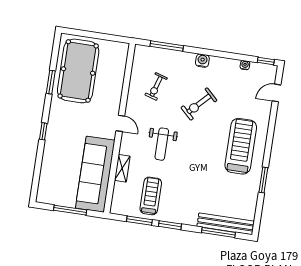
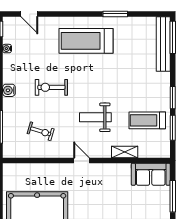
exercise bike: (199, 104) -> (51, 87), turned 136
door: (120, 123) -> (81, 160), hinge flipped
weight bench: (162, 144) -> (95, 117), turned 180
sofa: (95, 174) -> (151, 174), width x0.54, depth x0.79
window: (218, 233) -> (173, 37), moved

